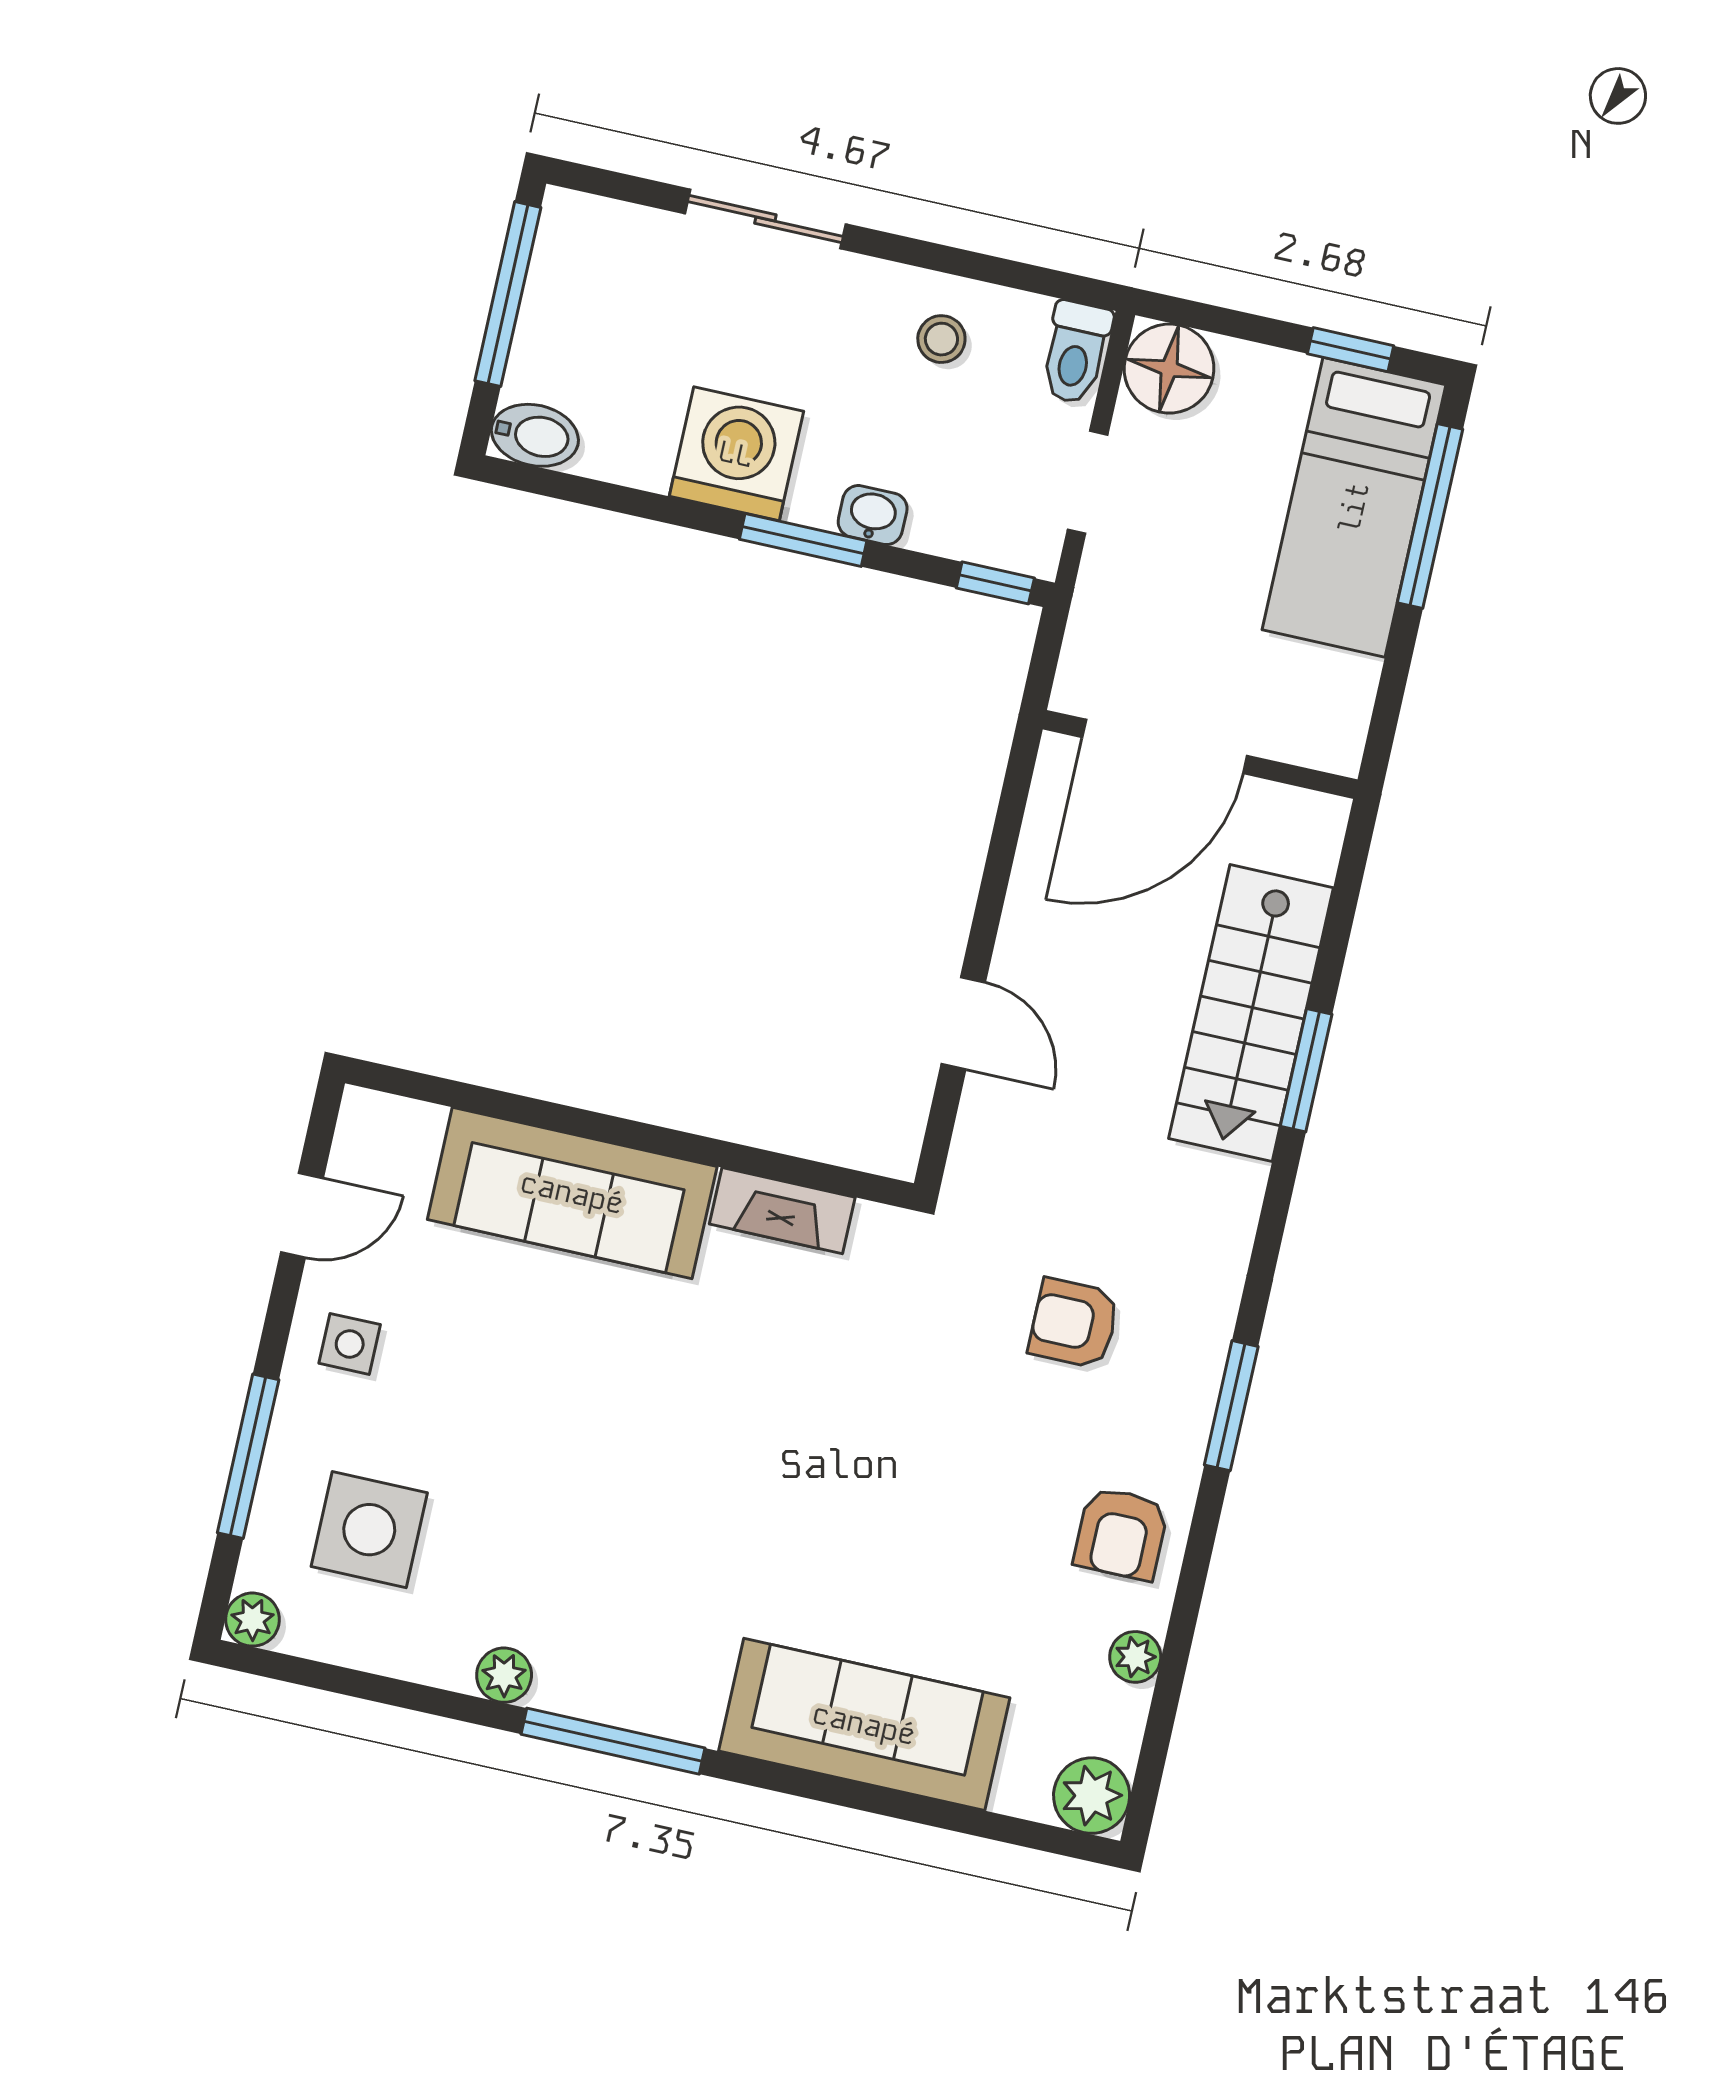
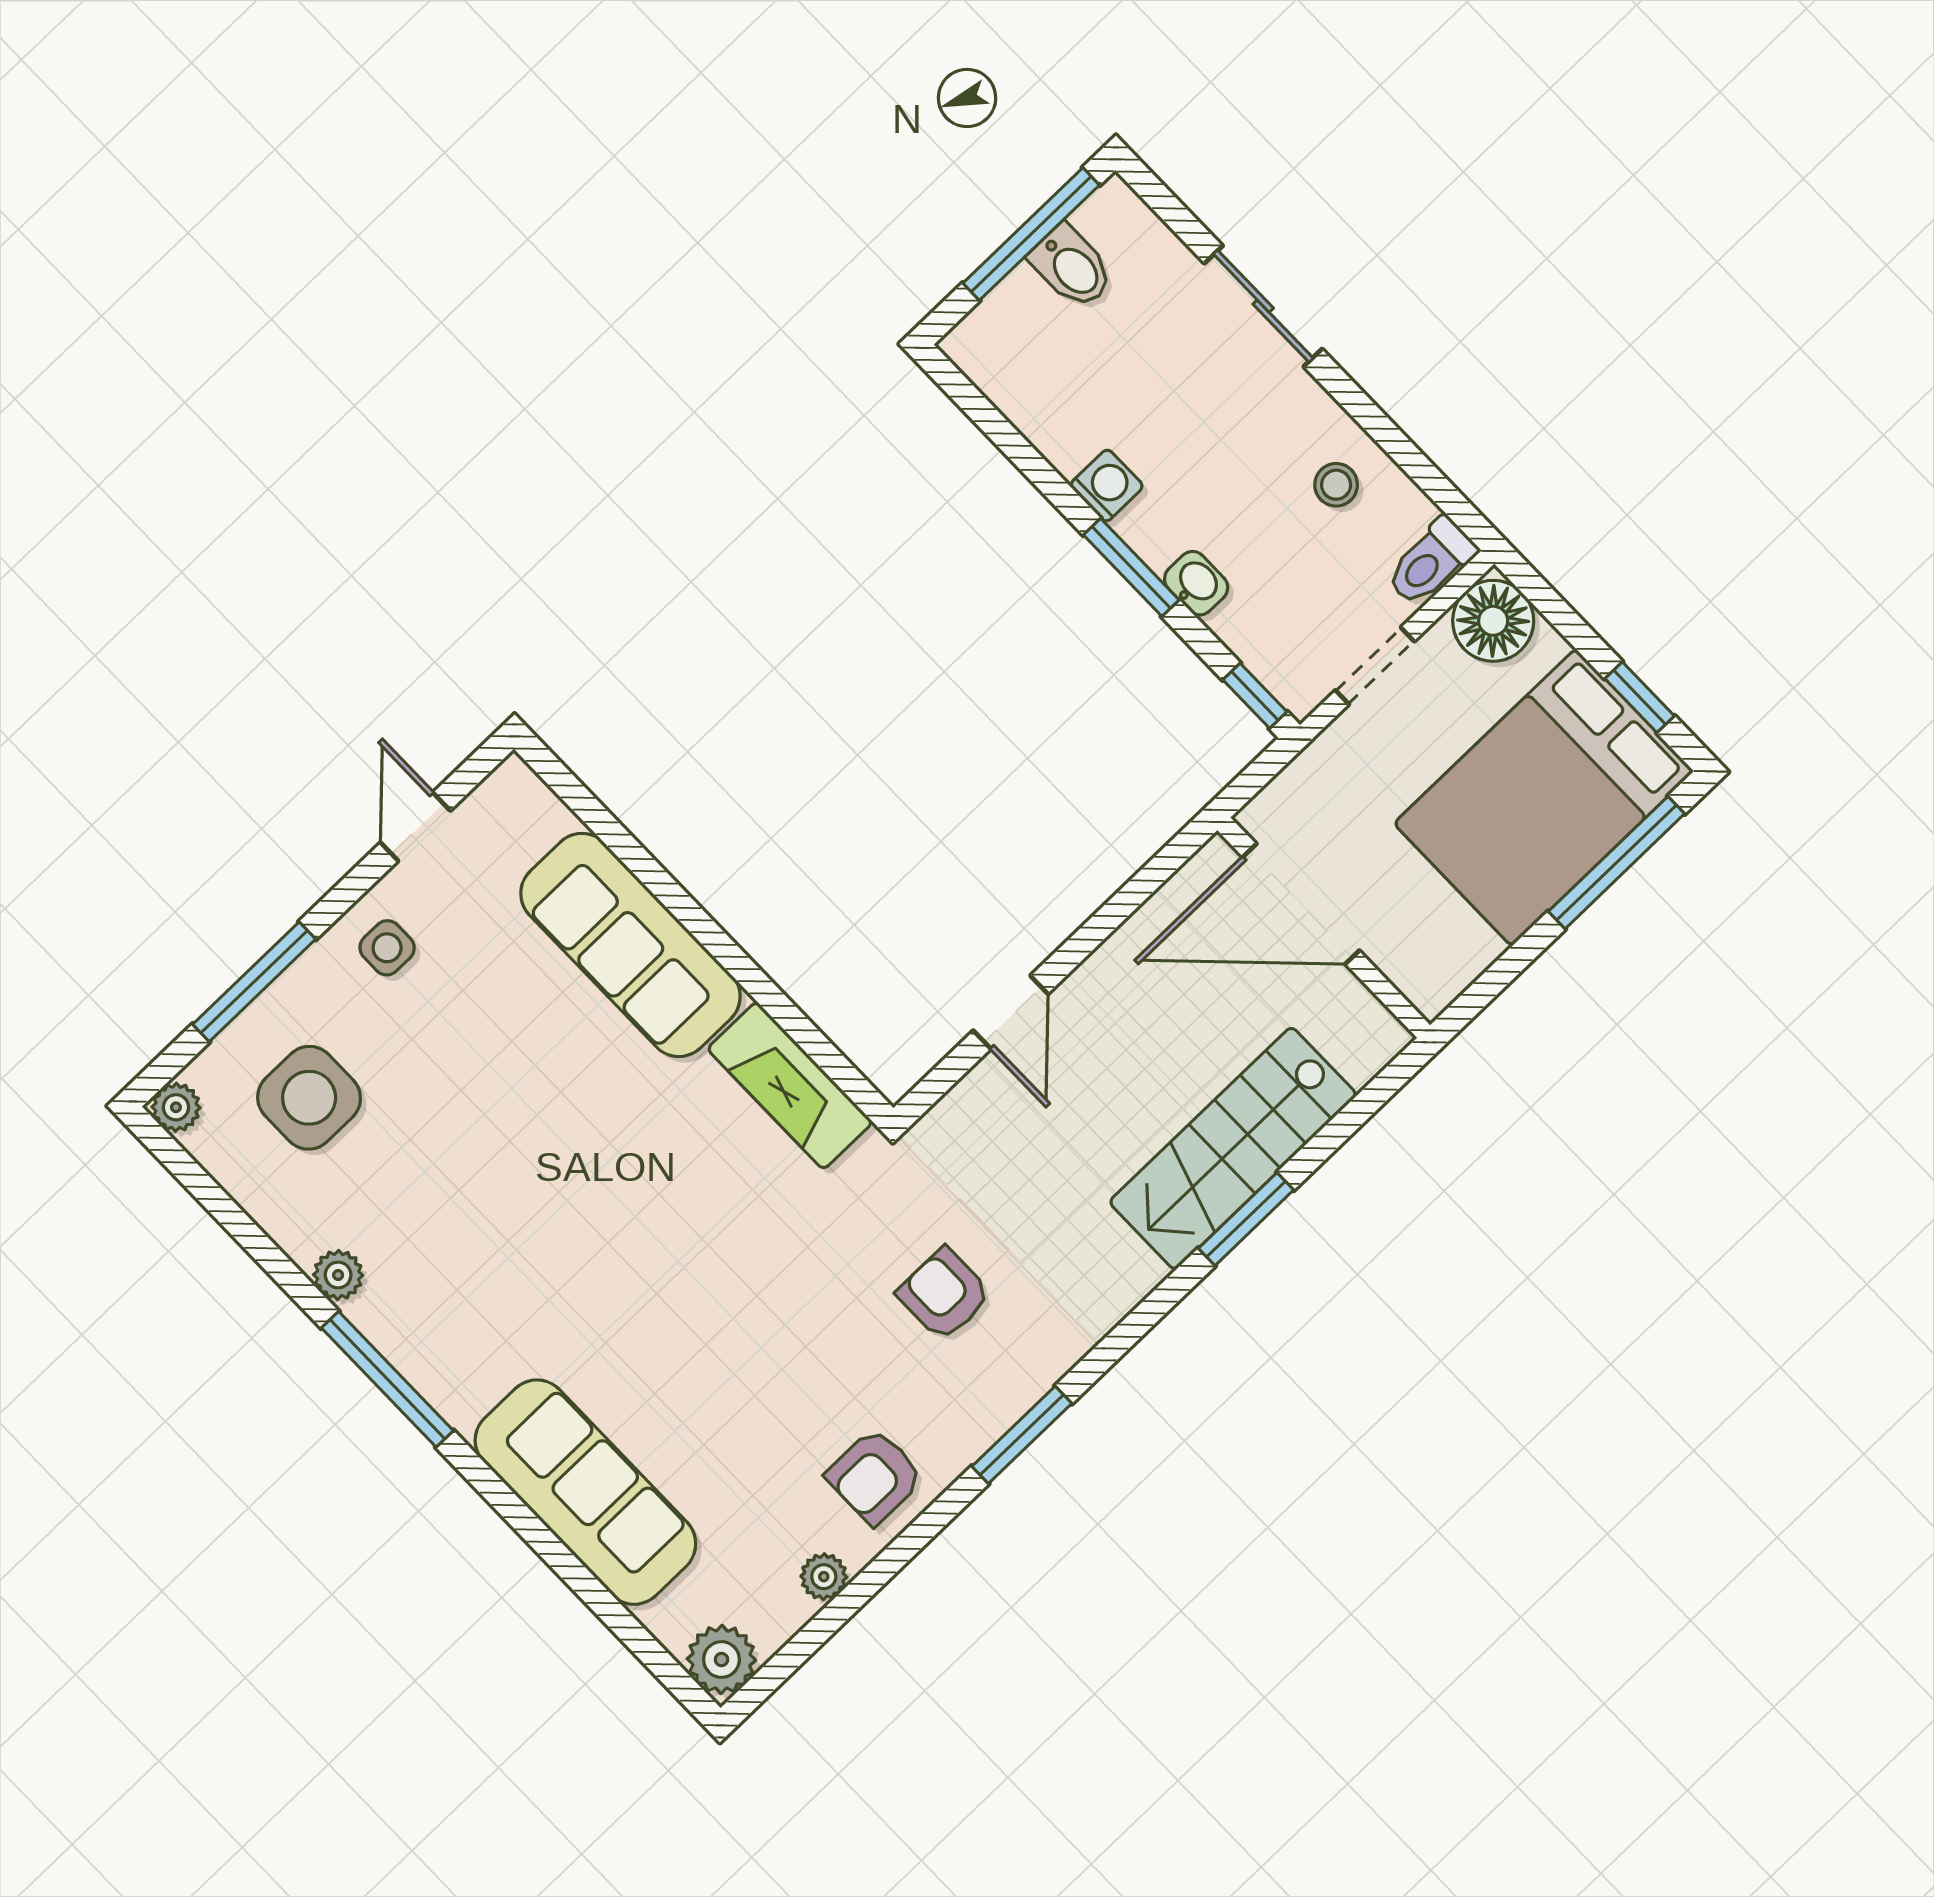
bidet: (535, 435) -> (1072, 267), moved
washing machine: (736, 454) -> (1107, 486), width x0.53, depth x0.53
bed: (1354, 507) -> (1544, 797), width x1.50
fireplace: (782, 1211) -> (790, 1086), width x1.37, depth x1.32
door: (302, 1215) -> (415, 827), swing flipped

